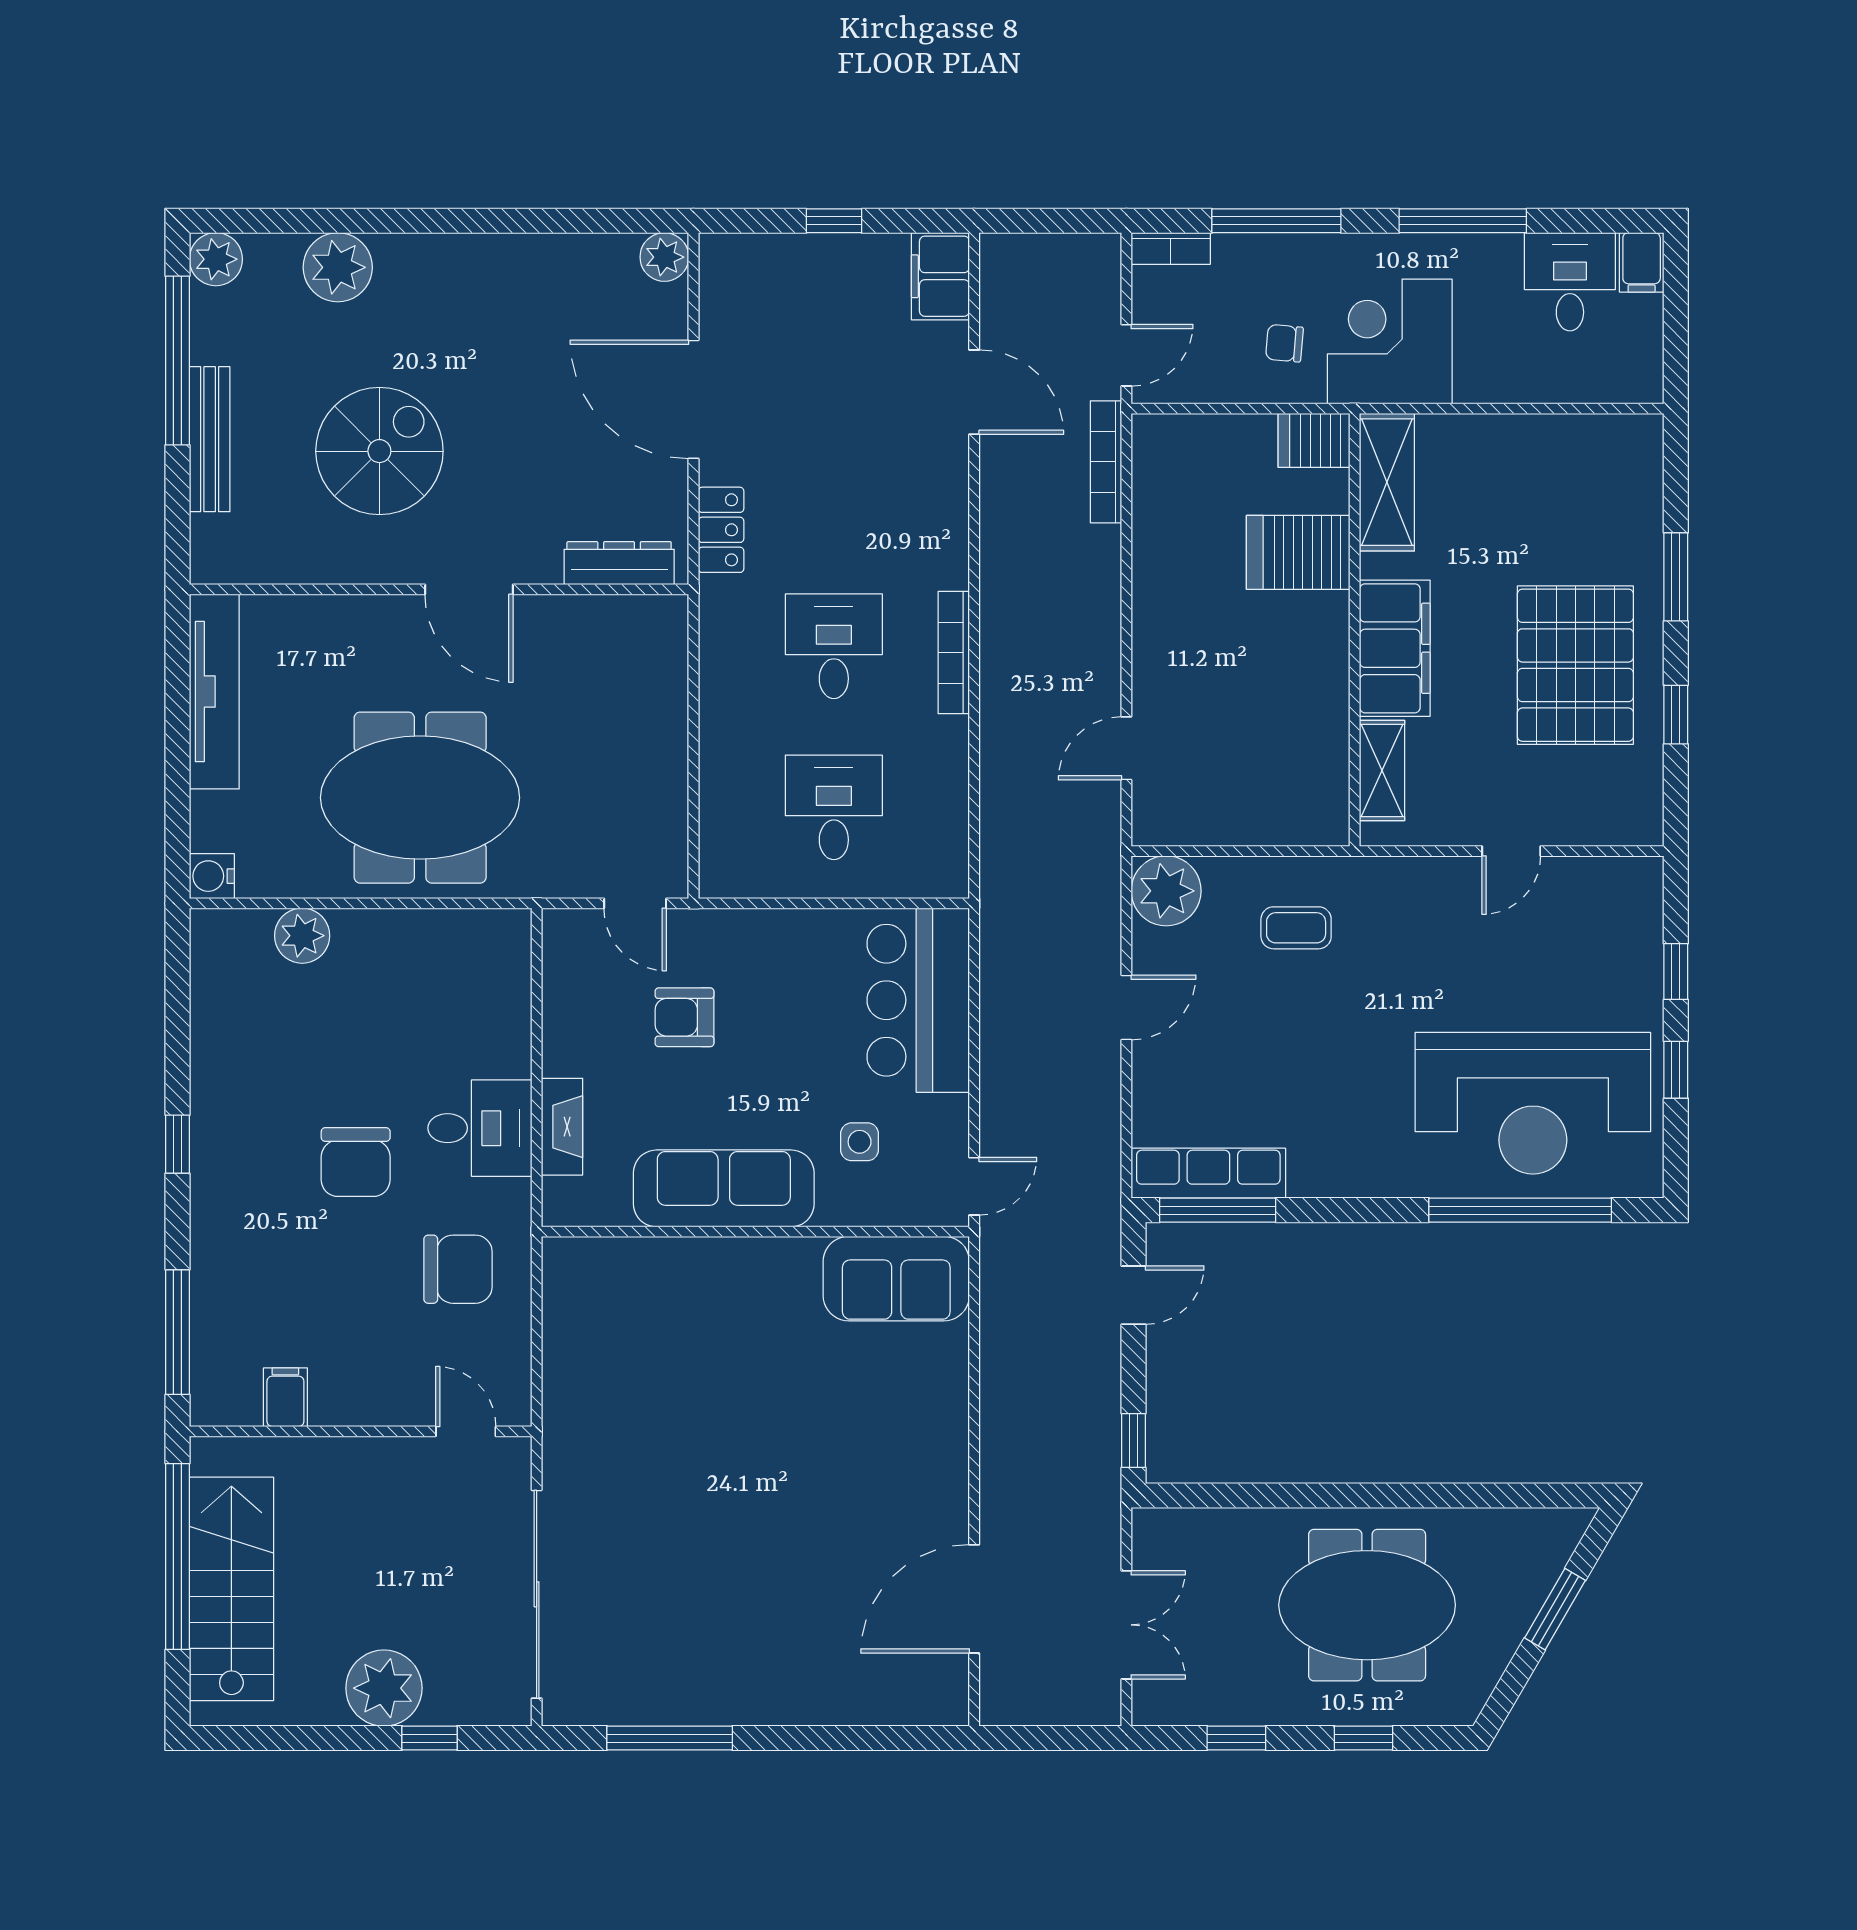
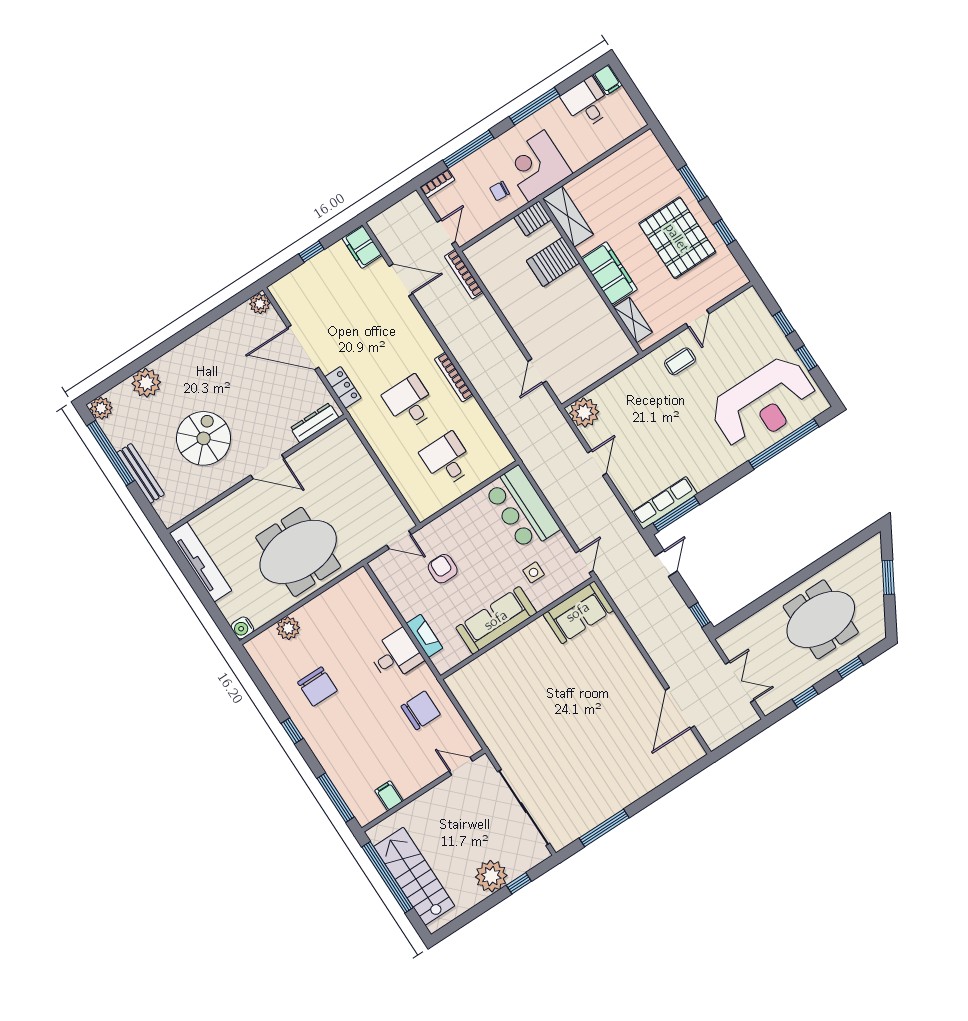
coffee table: (1296, 928) -> (680, 361), moved
armchair: (685, 1017) -> (443, 569), turned 90
chair: (356, 1162) -> (317, 686), moved

